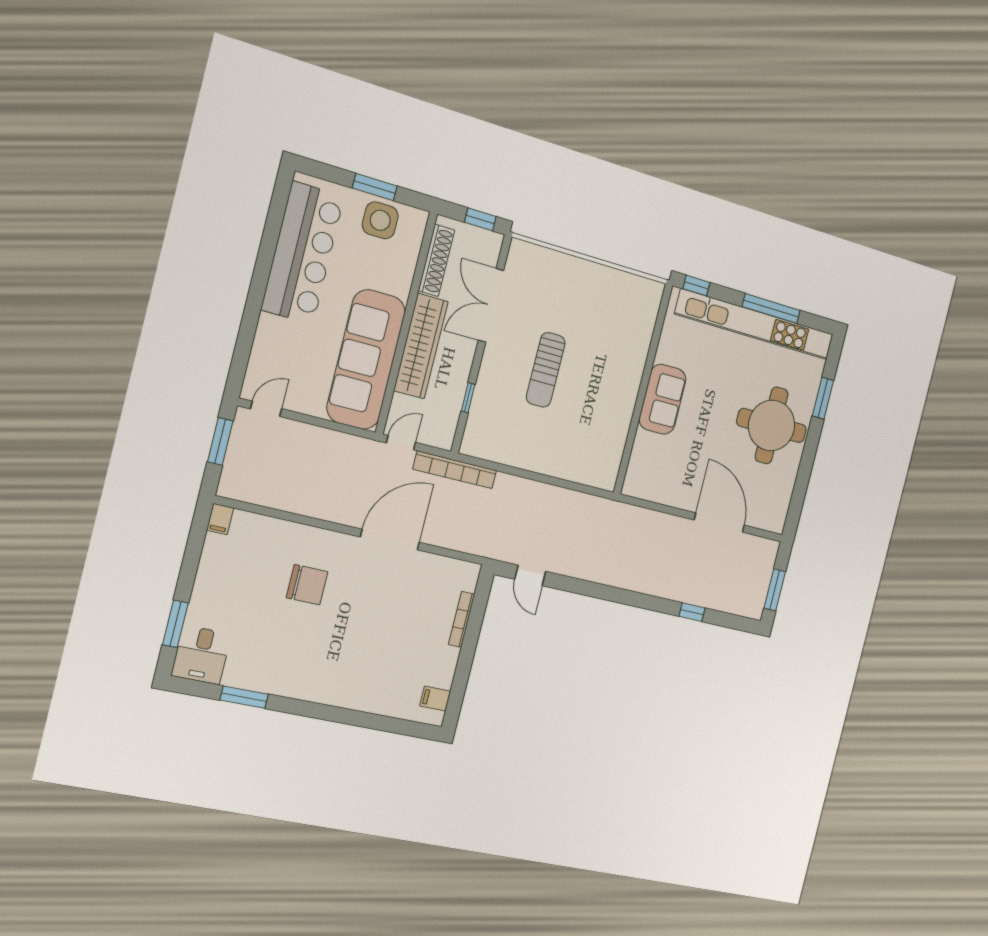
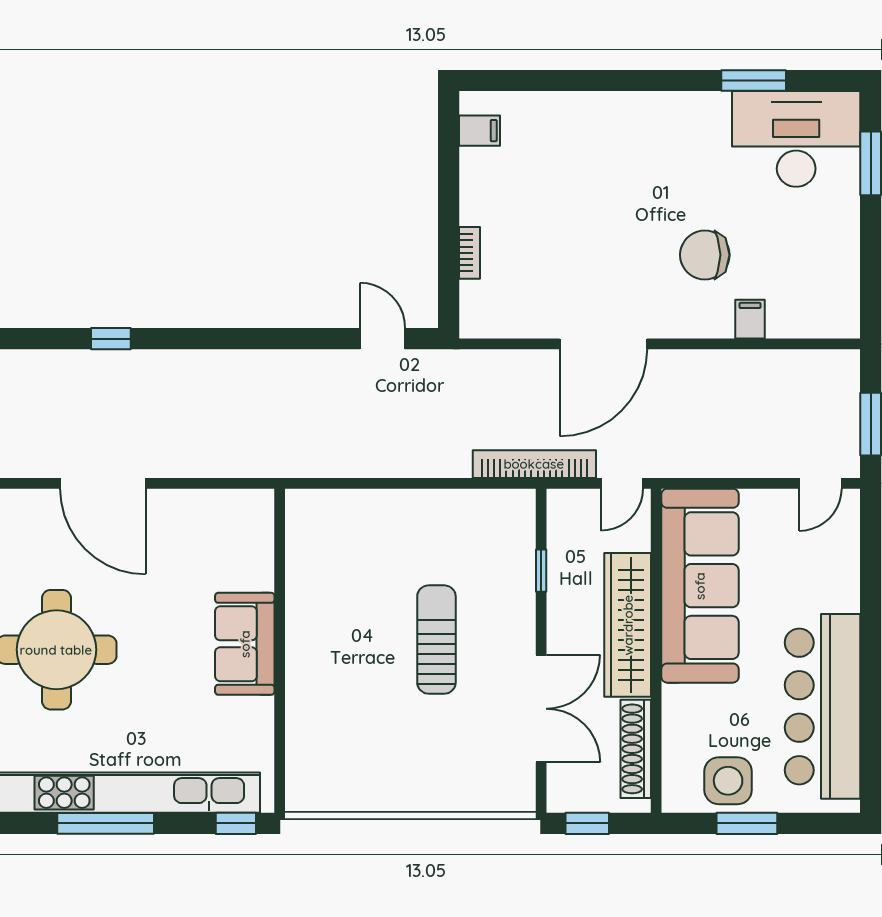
filing cabinet: (220, 519) -> (750, 319), moved
bookcase: (462, 619) -> (470, 253), width x0.64
desk: (201, 655) -> (796, 139), width x1.87, depth x1.30

